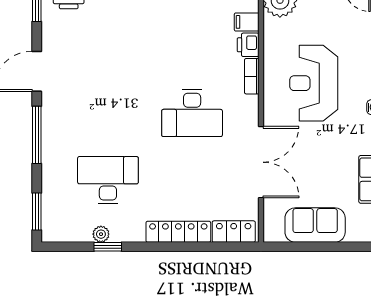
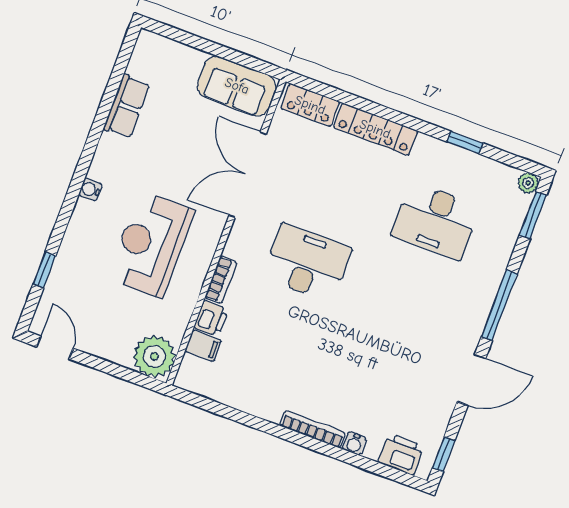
reception desk: (314, 83) -> (151, 244), turned 180
sofa: (315, 225) -> (237, 86), moved
plant: (101, 234) -> (528, 183), moved

